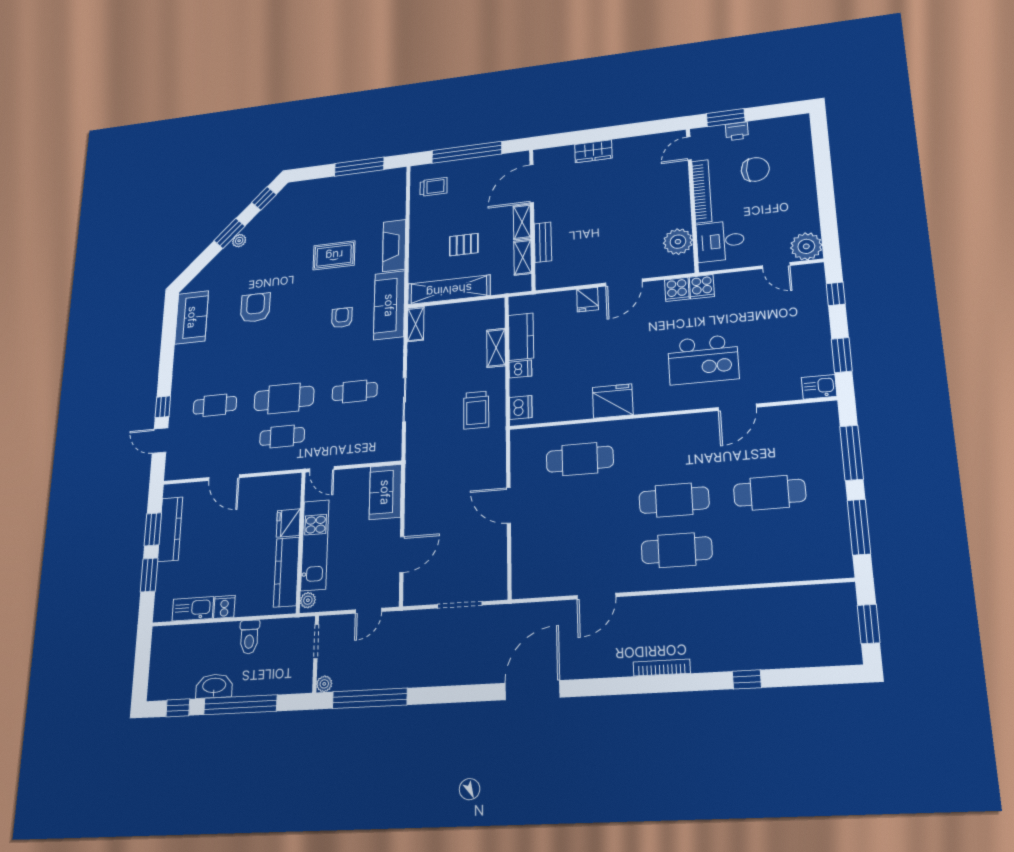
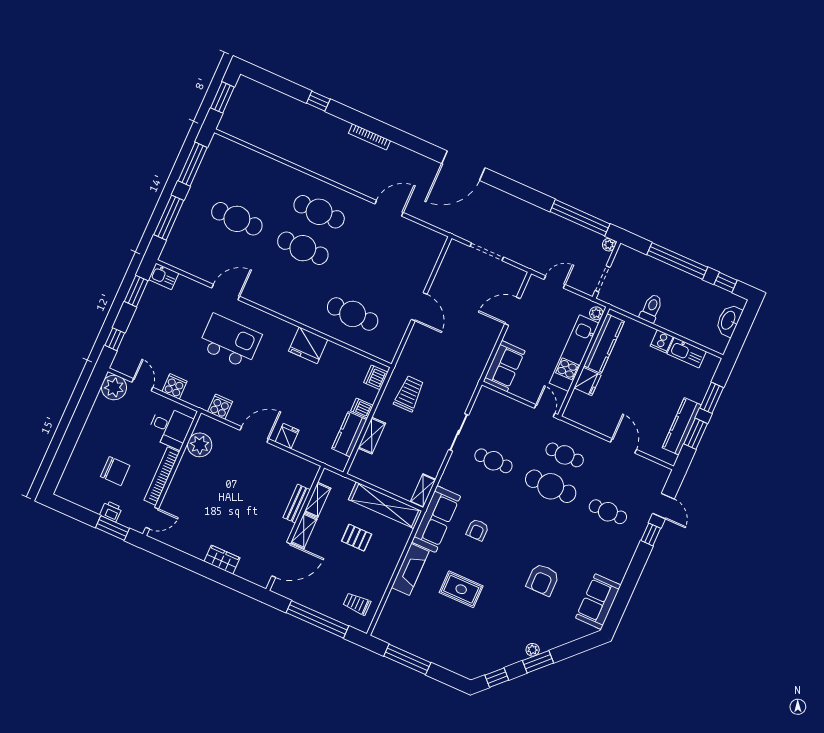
chair: (755, 169) -> (115, 471), turned 180
cooker: (702, 287) -> (174, 386), moved
washbasin: (214, 686) -> (729, 320), moved, turned 90

